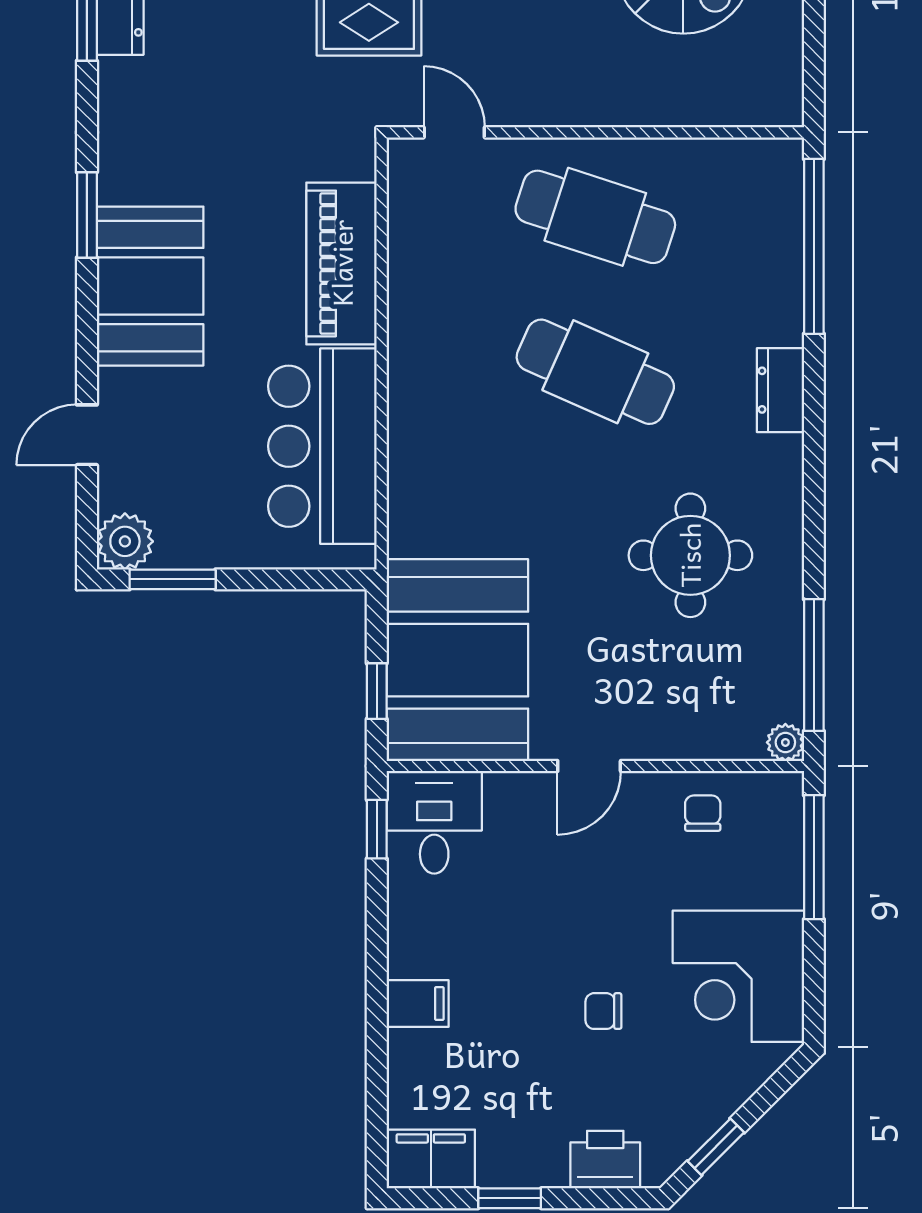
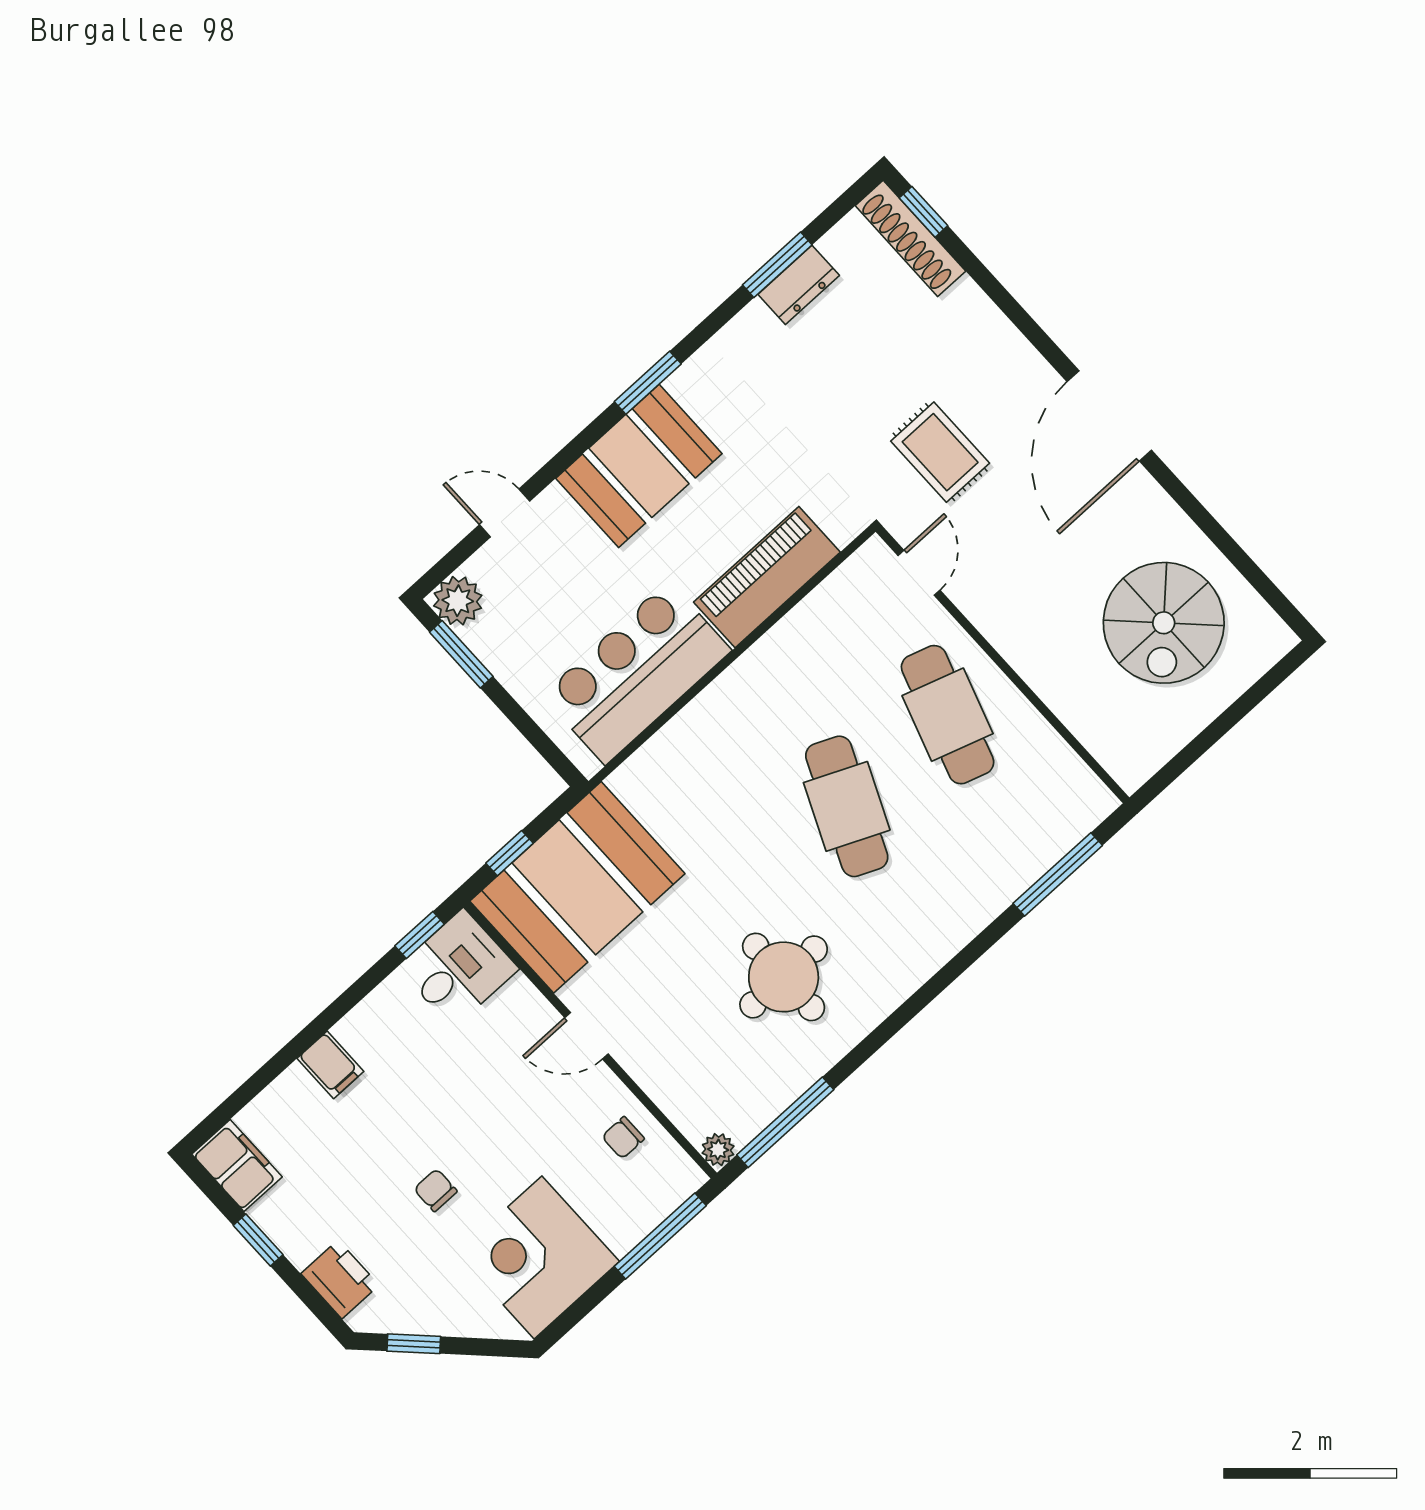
window: (814, 246) -> (1058, 874), width x0.68
dresser: (780, 390) -> (944, 938), removed
chair: (703, 813) -> (623, 1138), turned 180

